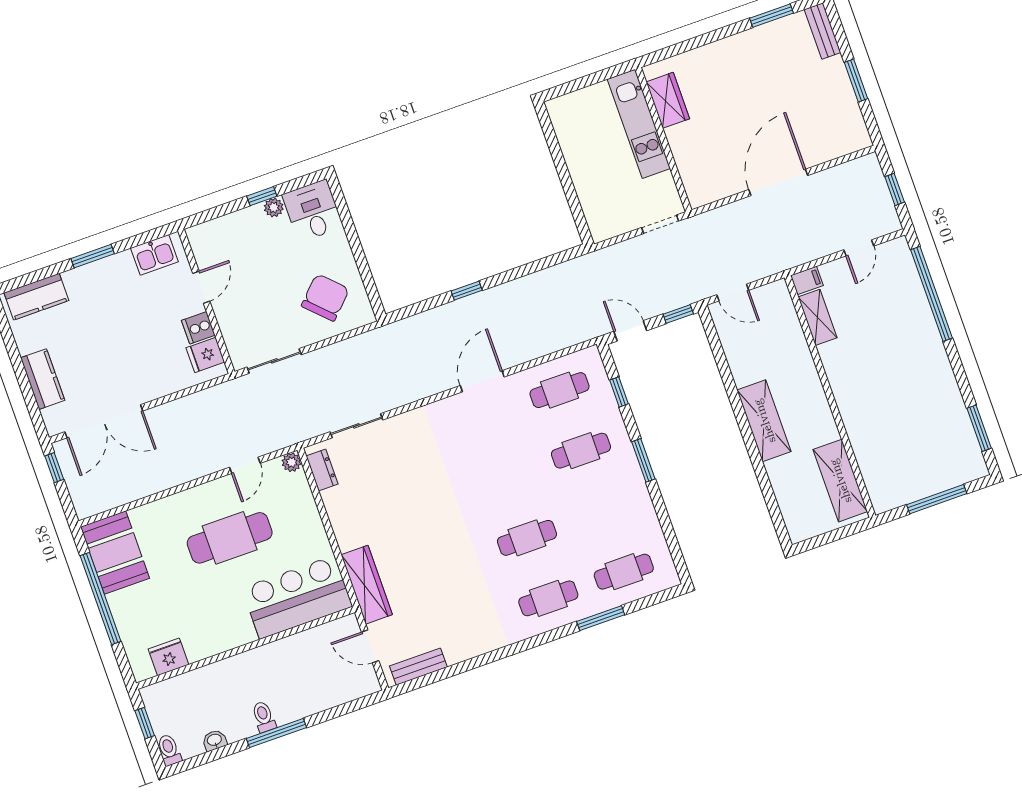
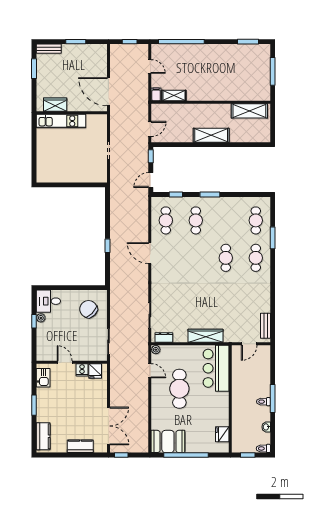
wardrobe: (668, 100) -> (55, 105), moved
kitchen unit: (639, 124) -> (61, 121), moved
wall: (663, 140) -> (72, 113), moved
wardrobe: (367, 585) -> (206, 336), moved

